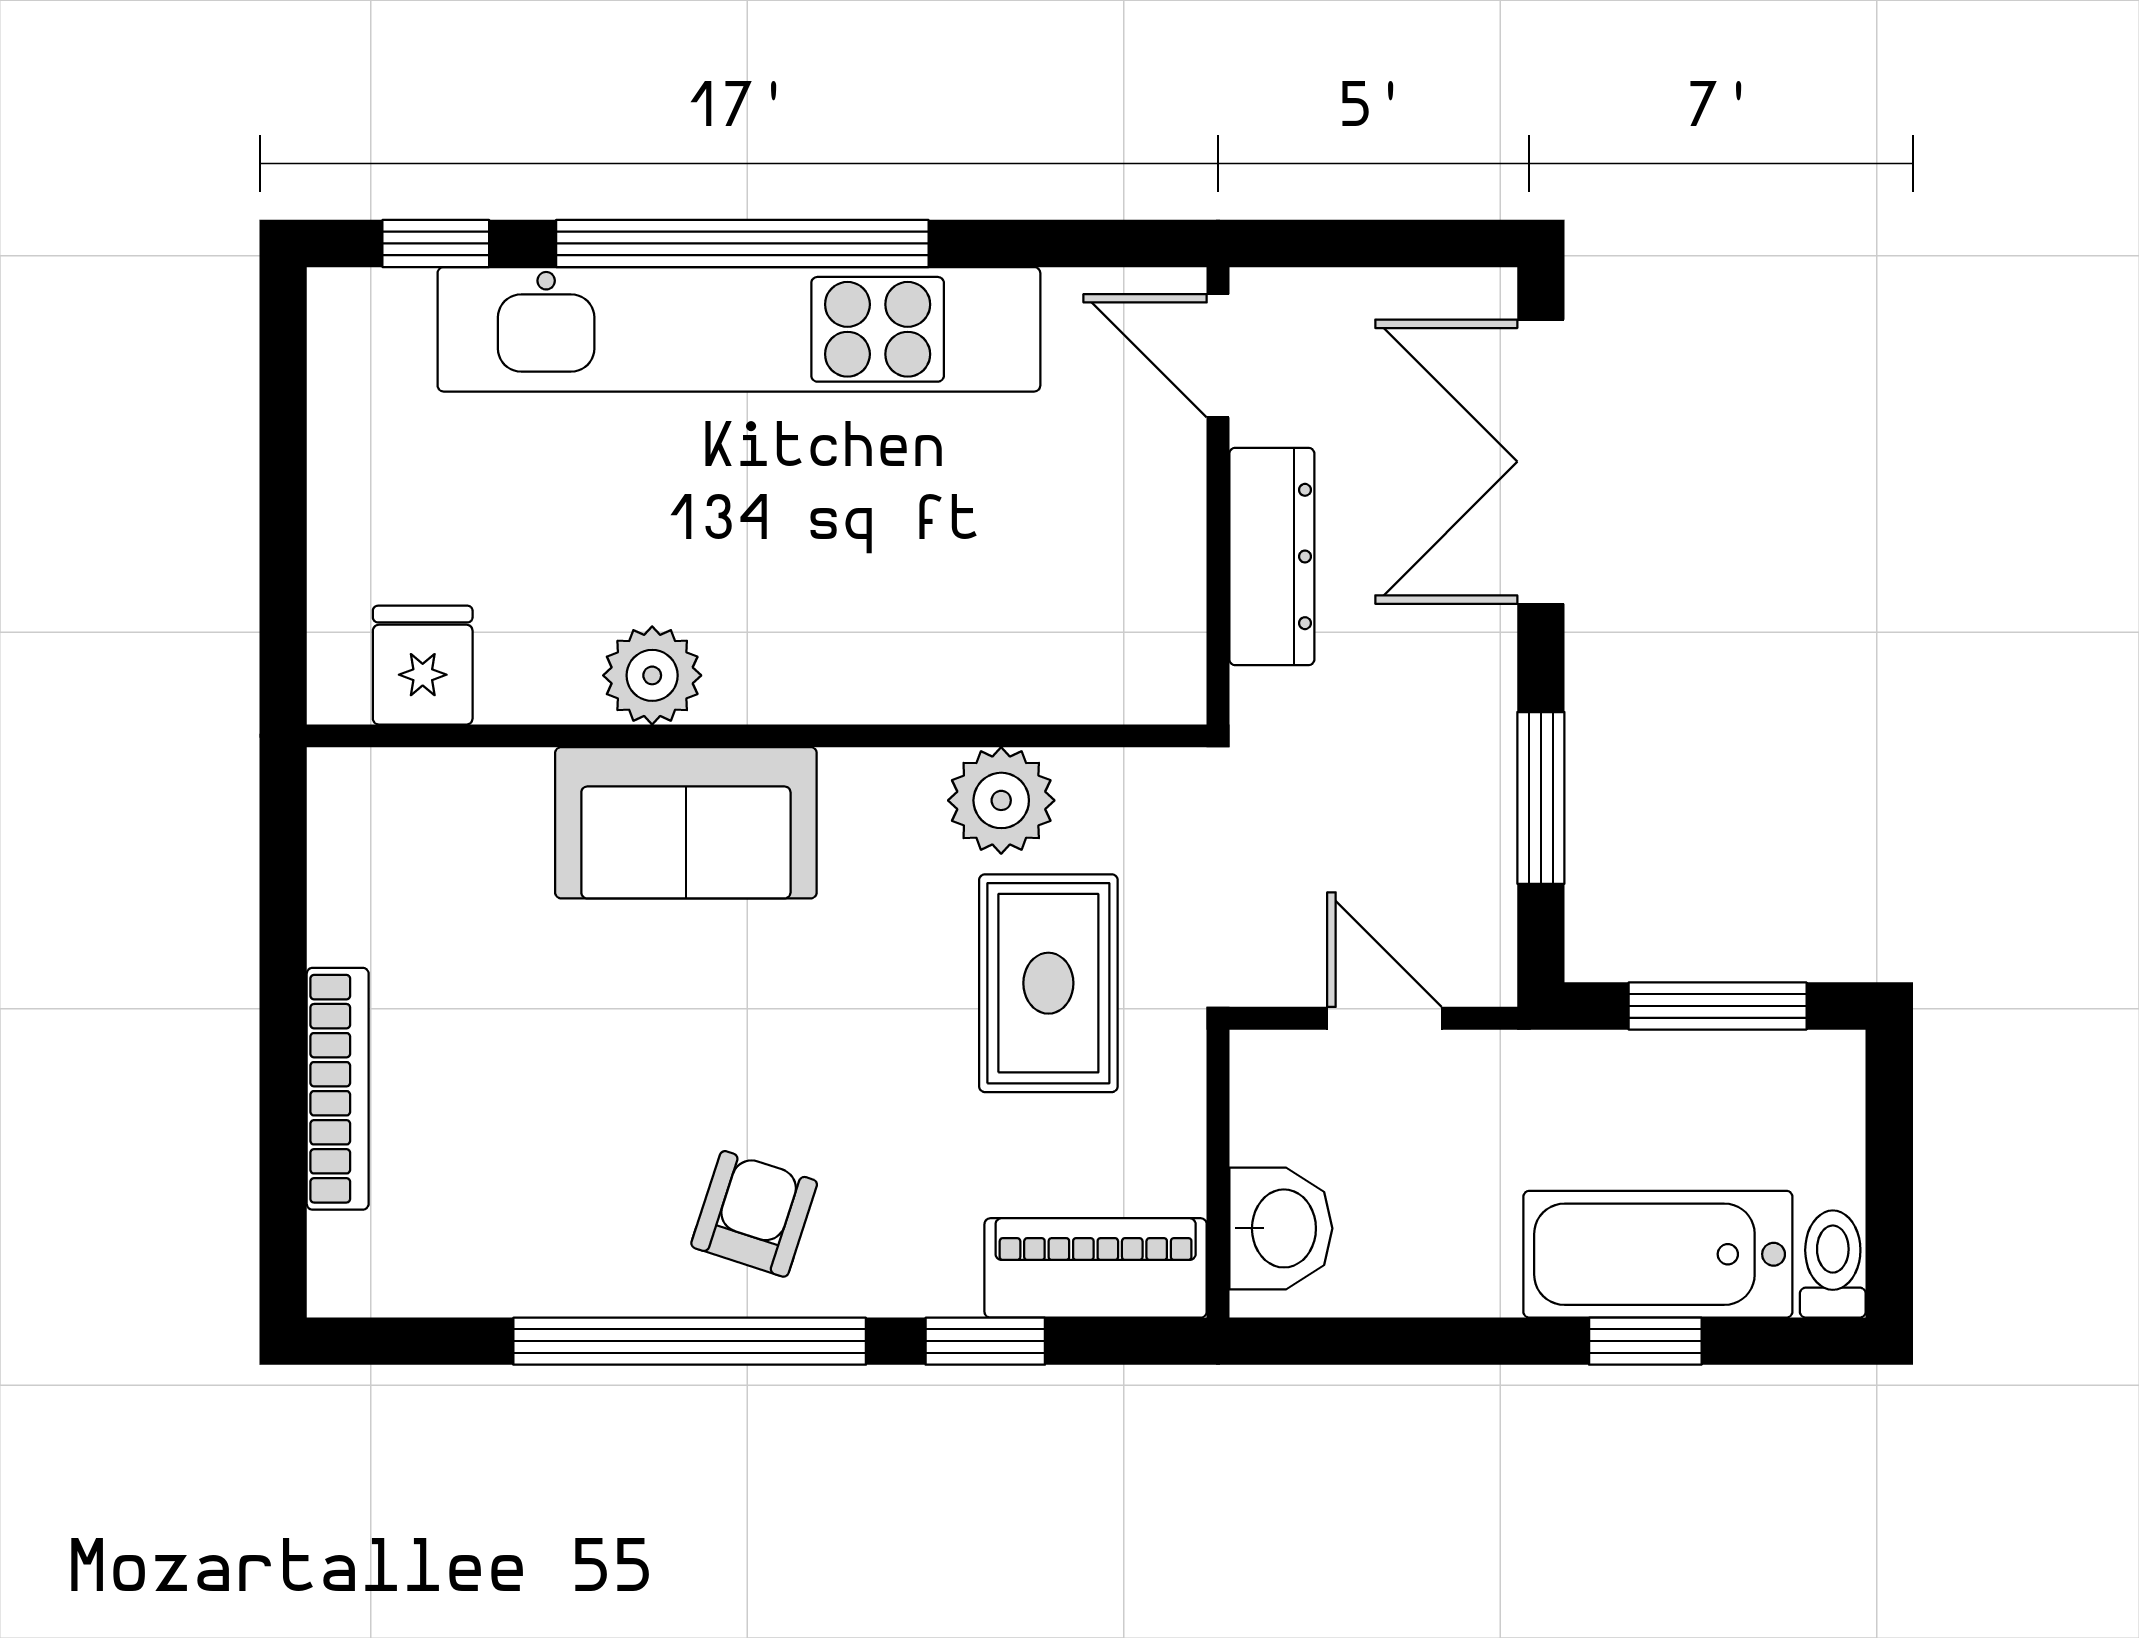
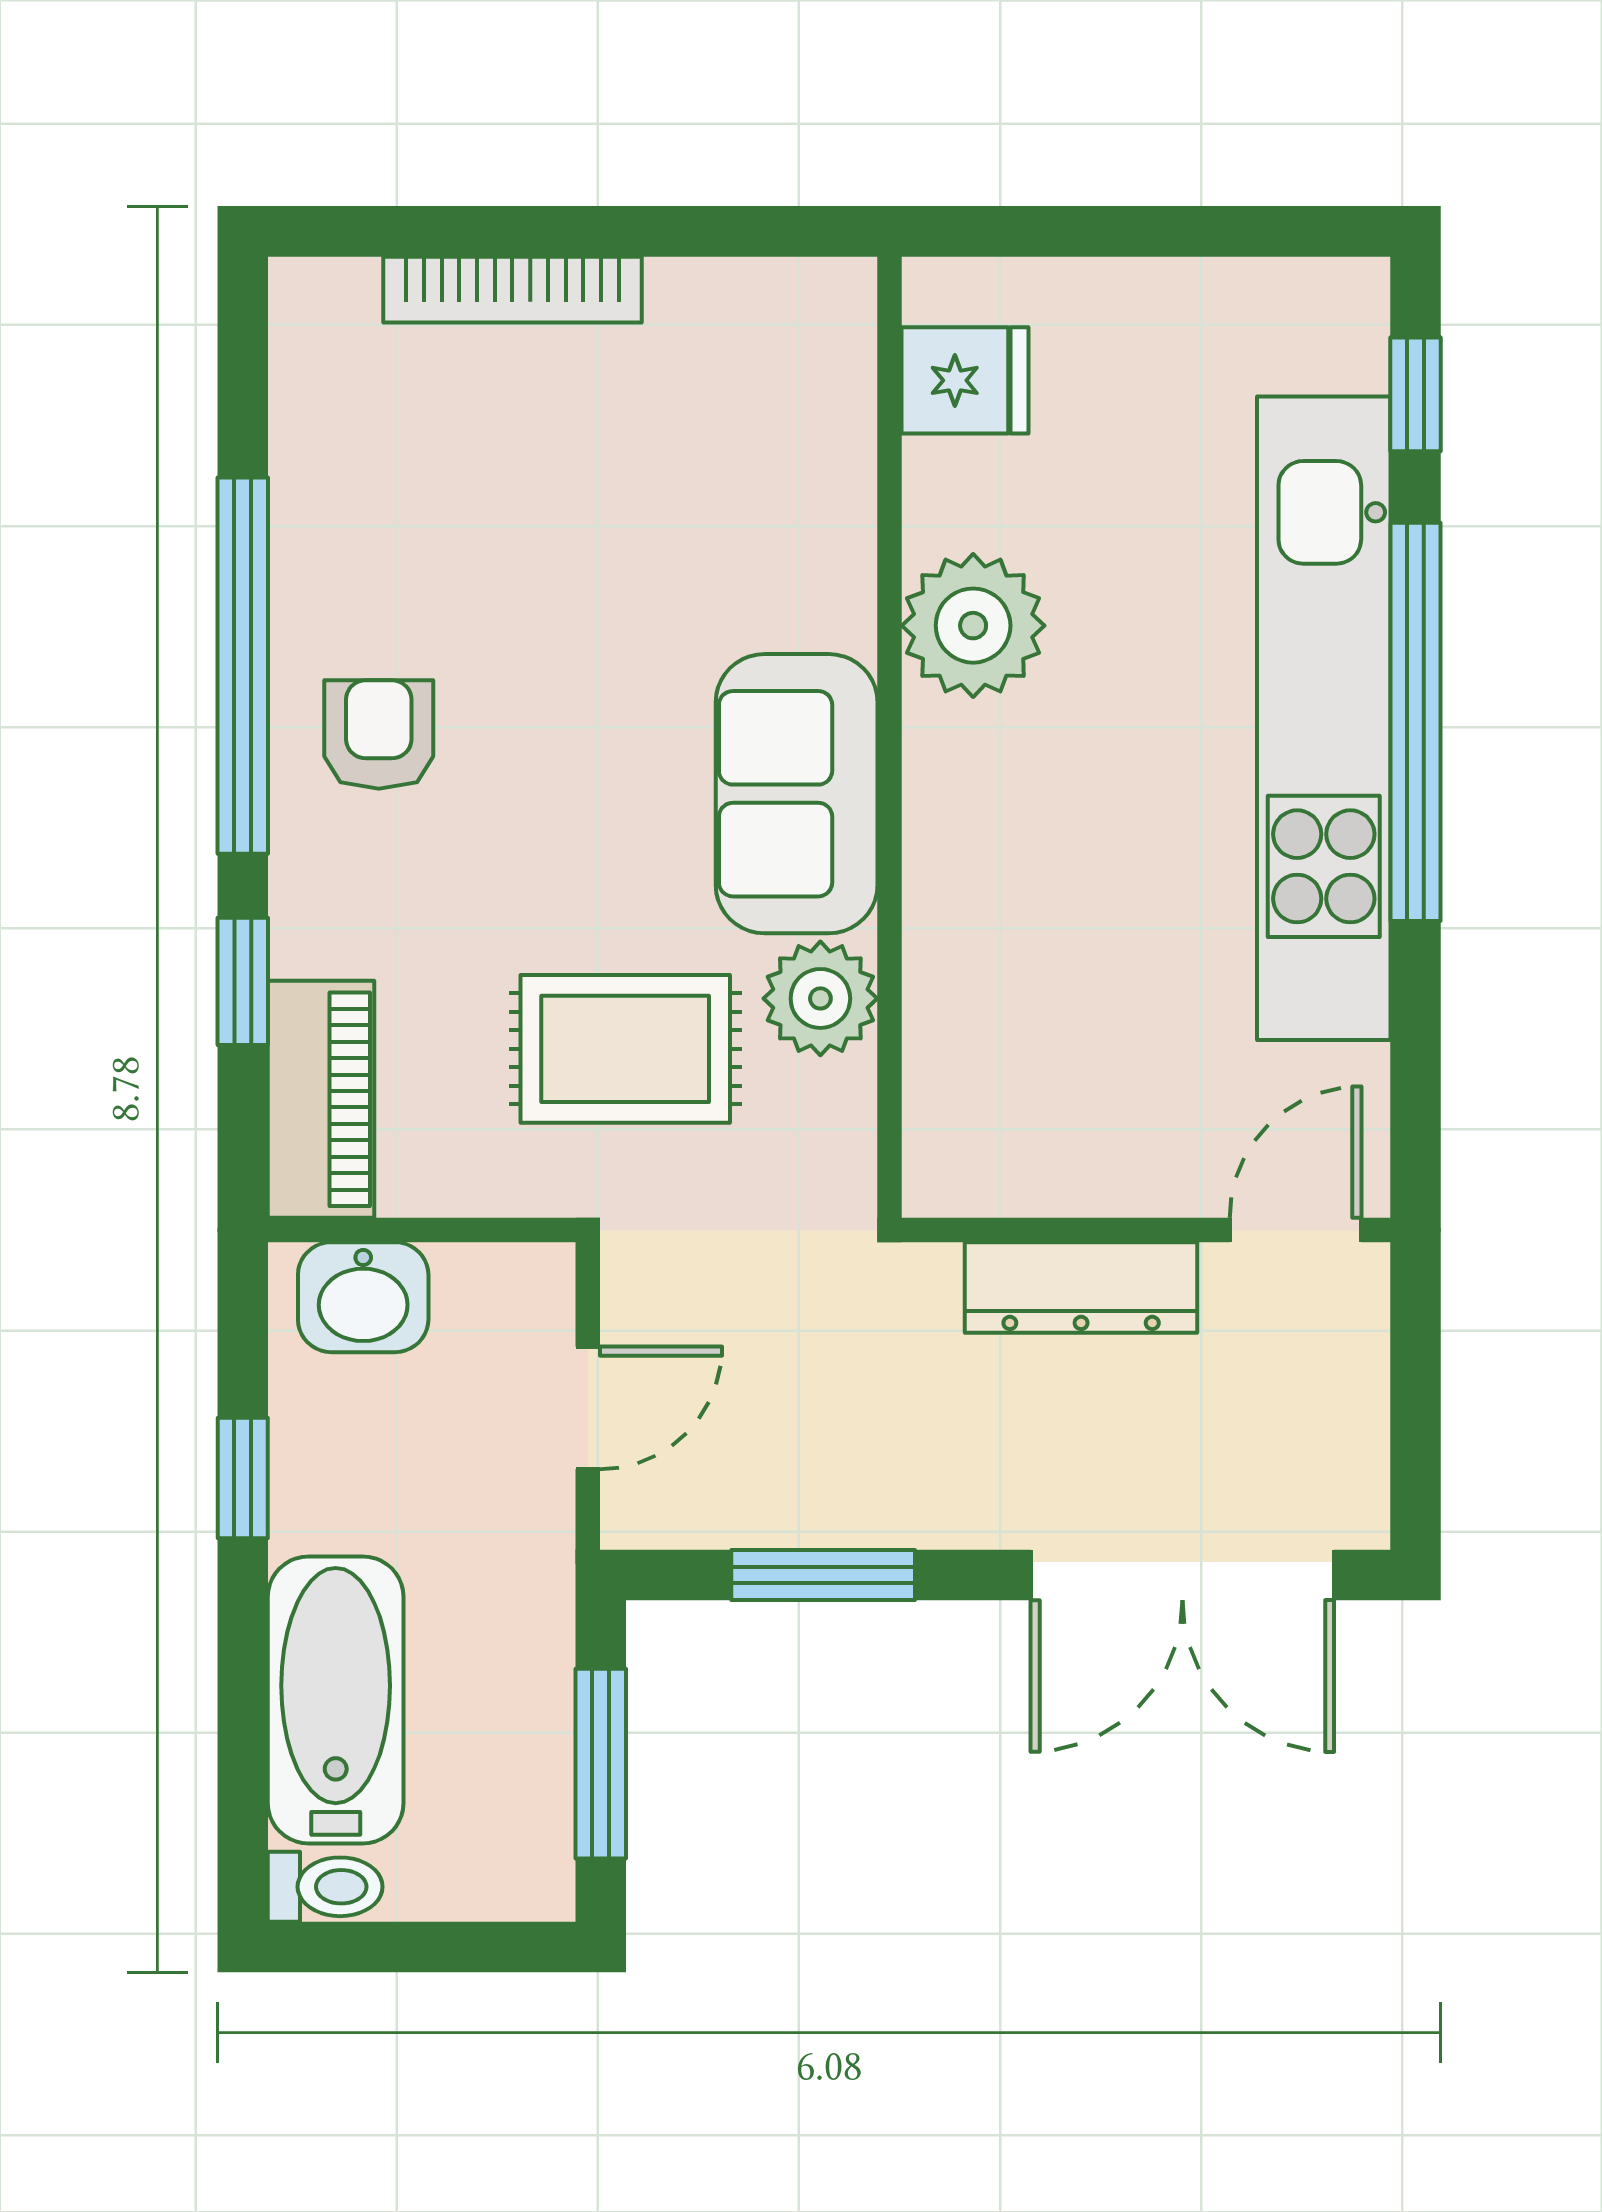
double door: (1541, 462) -> (1182, 1575), swing flipped
plant: (652, 675) -> (973, 626), width x1.36, depth x1.36
sofa: (686, 823) -> (797, 794), moved
armchair: (754, 1214) -> (379, 735), turned -108
window: (1645, 1341) -> (243, 1478), moved

